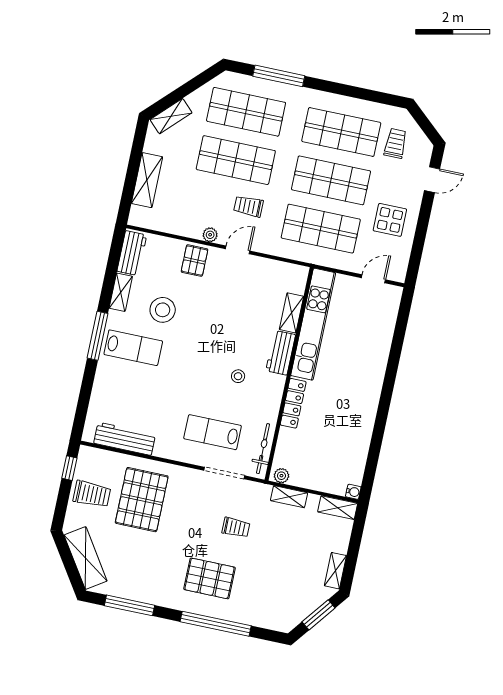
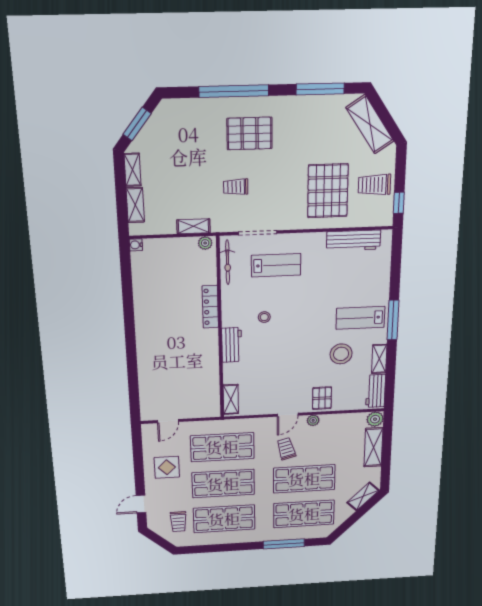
trolley: (248, 206) -> (286, 449), turned -105
plant: (139, 217) -> (375, 419), added
shelving: (291, 313) -> (231, 399), moved
kitchen unit: (313, 324) -> (210, 374), removed
shelving: (338, 508) -> (135, 205), moved, turned 90

